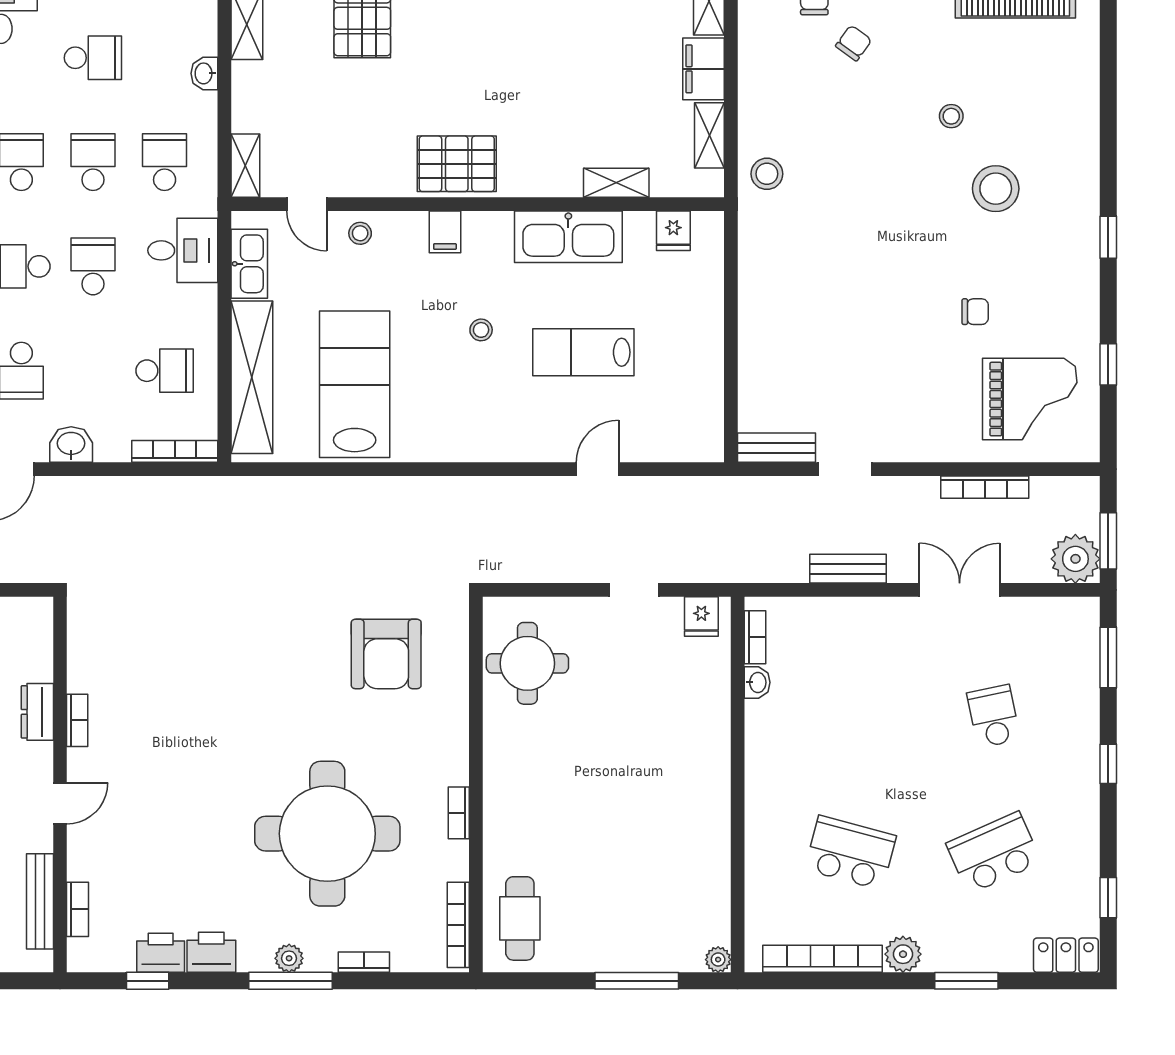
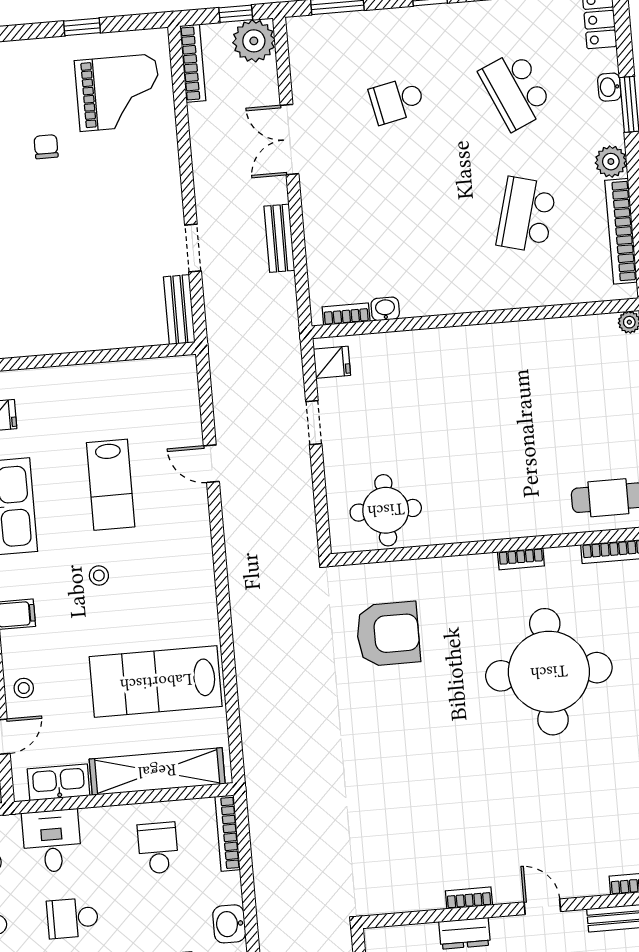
grand piano: (1030, 399) -> (118, 93), turned 90
bookcase: (985, 487) -> (193, 63), moved
window: (1108, 541) -> (236, 14), width x0.67
washbasin: (988, 960) -> (609, 87), added

